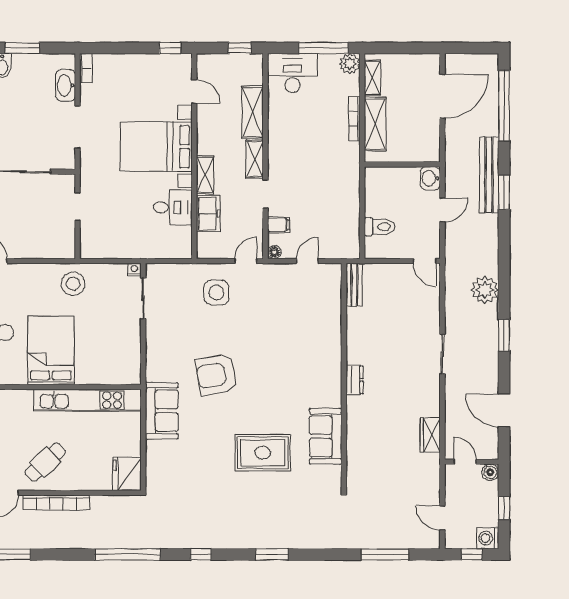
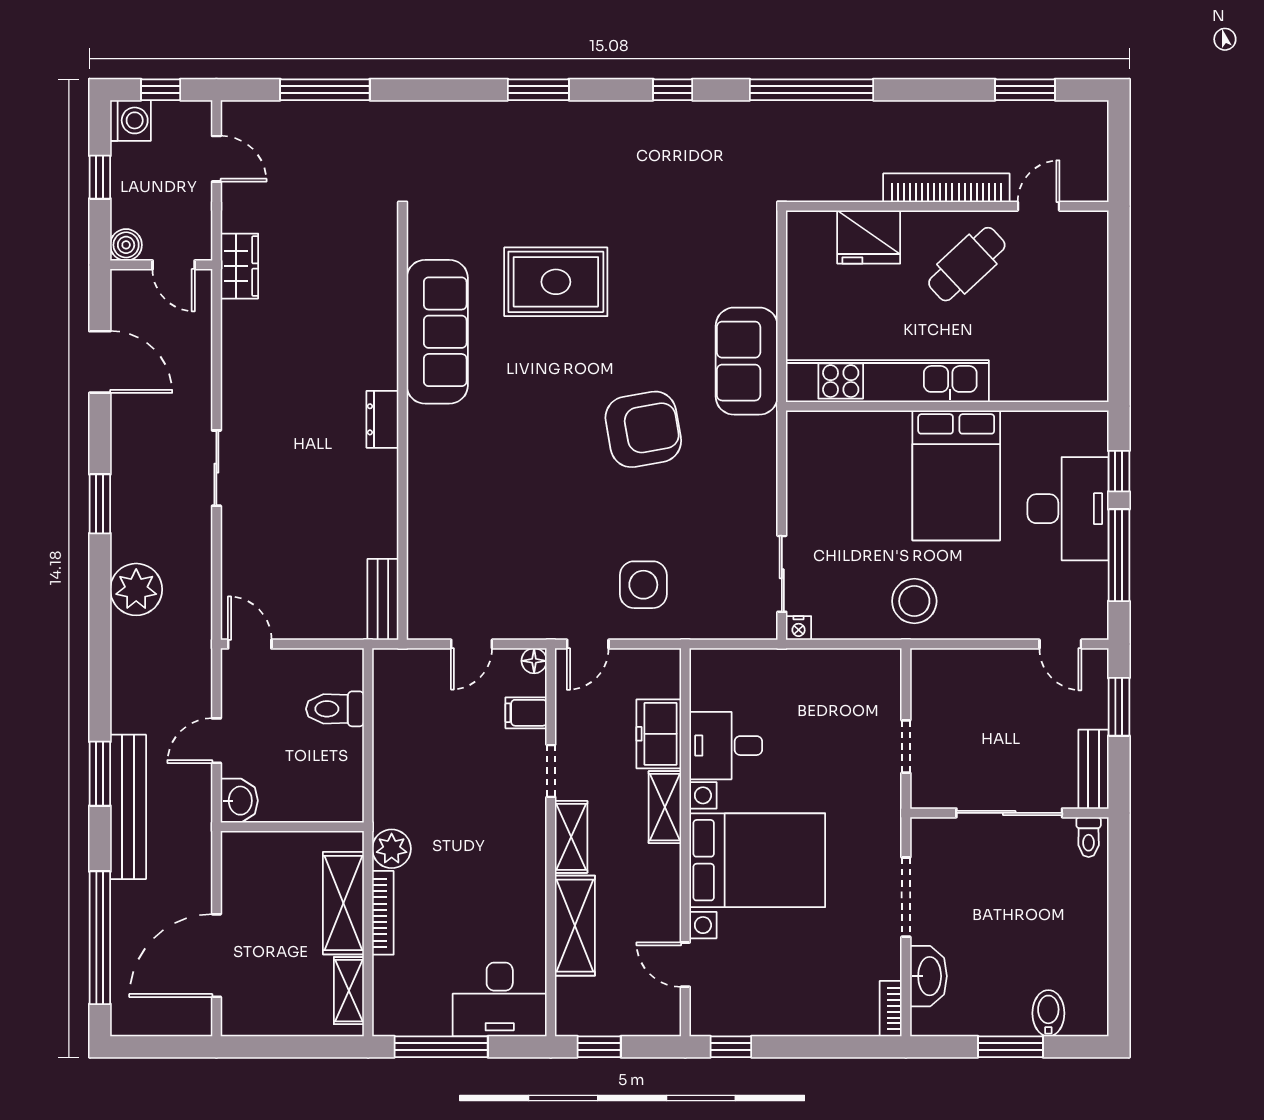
plant: (350, 64) -> (392, 849), moved
wardrobe: (430, 435) -> (239, 266), moved
sofa: (326, 436) -> (437, 332), width x1.36
fridge: (127, 474) -> (869, 237), moved, turned 90

